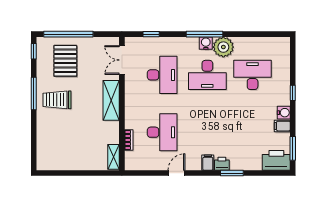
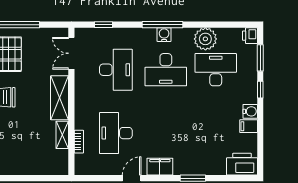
plant: (223, 47) -> (205, 39), moved
desk: (162, 132) -> (116, 133), turned 180
window: (293, 148) -> (260, 58), moved
shelving: (114, 157) -> (62, 135), moved
filing cabinet: (208, 163) -> (160, 167), width x2.00
printer: (222, 164) -> (250, 36), moved, turned -90

